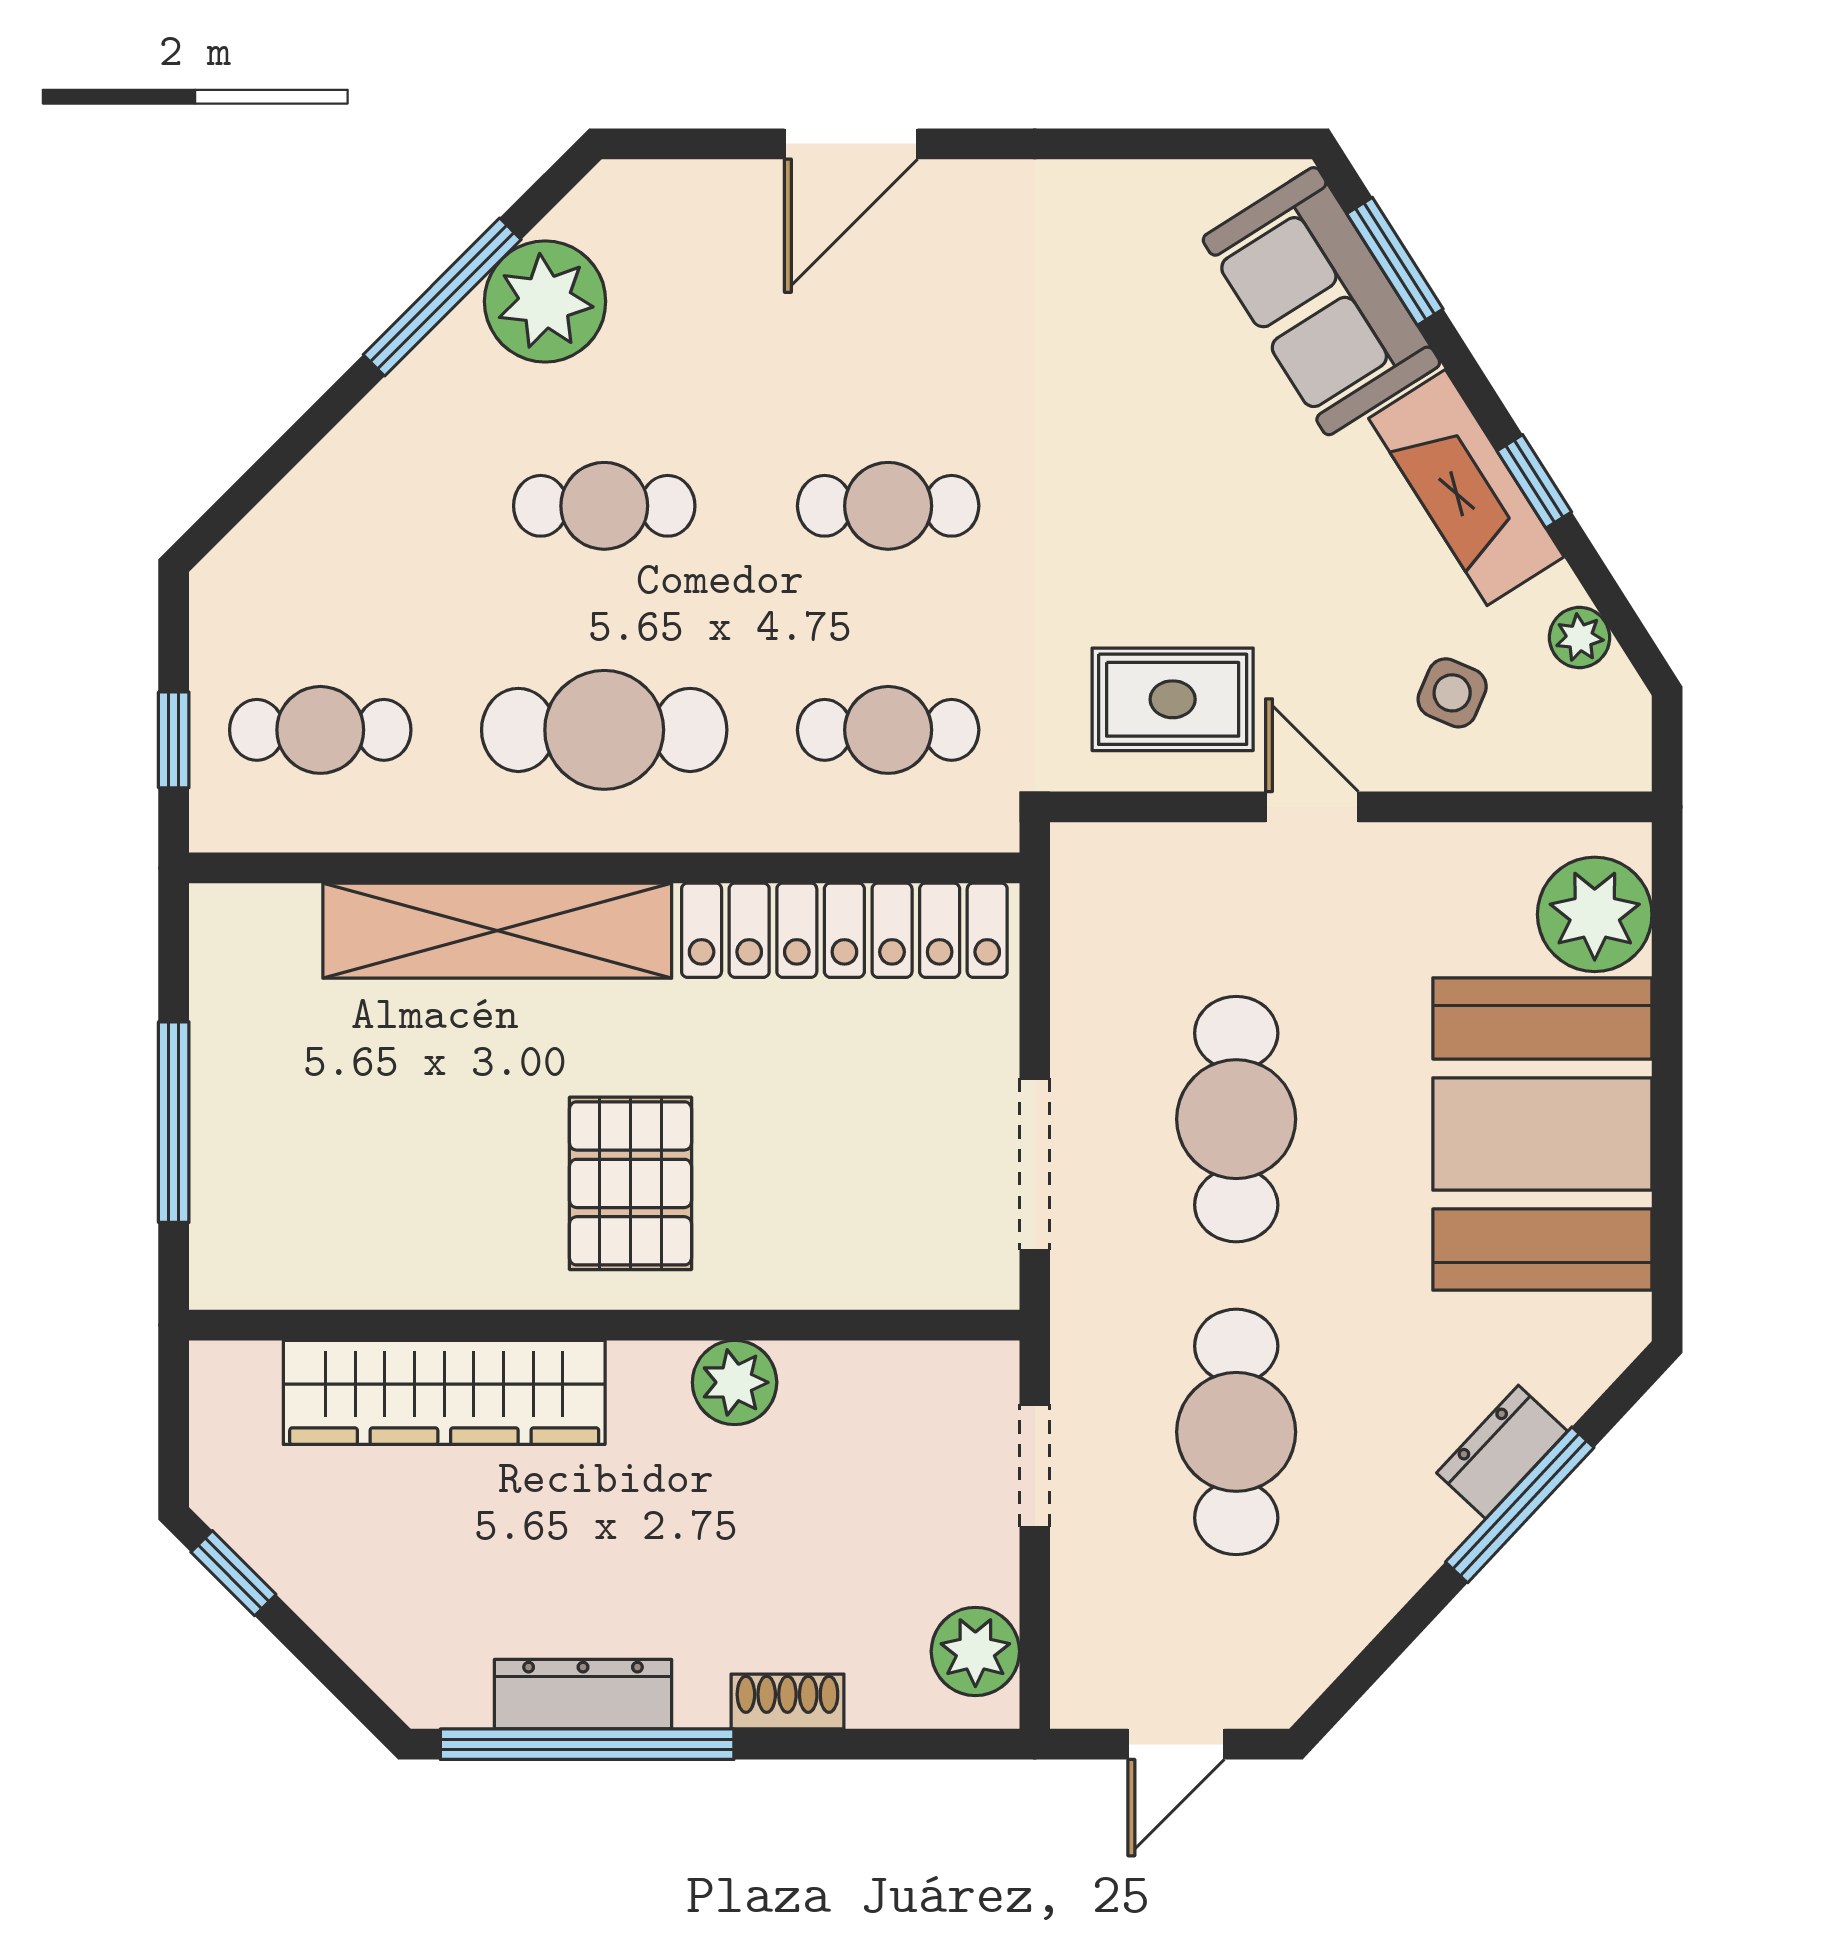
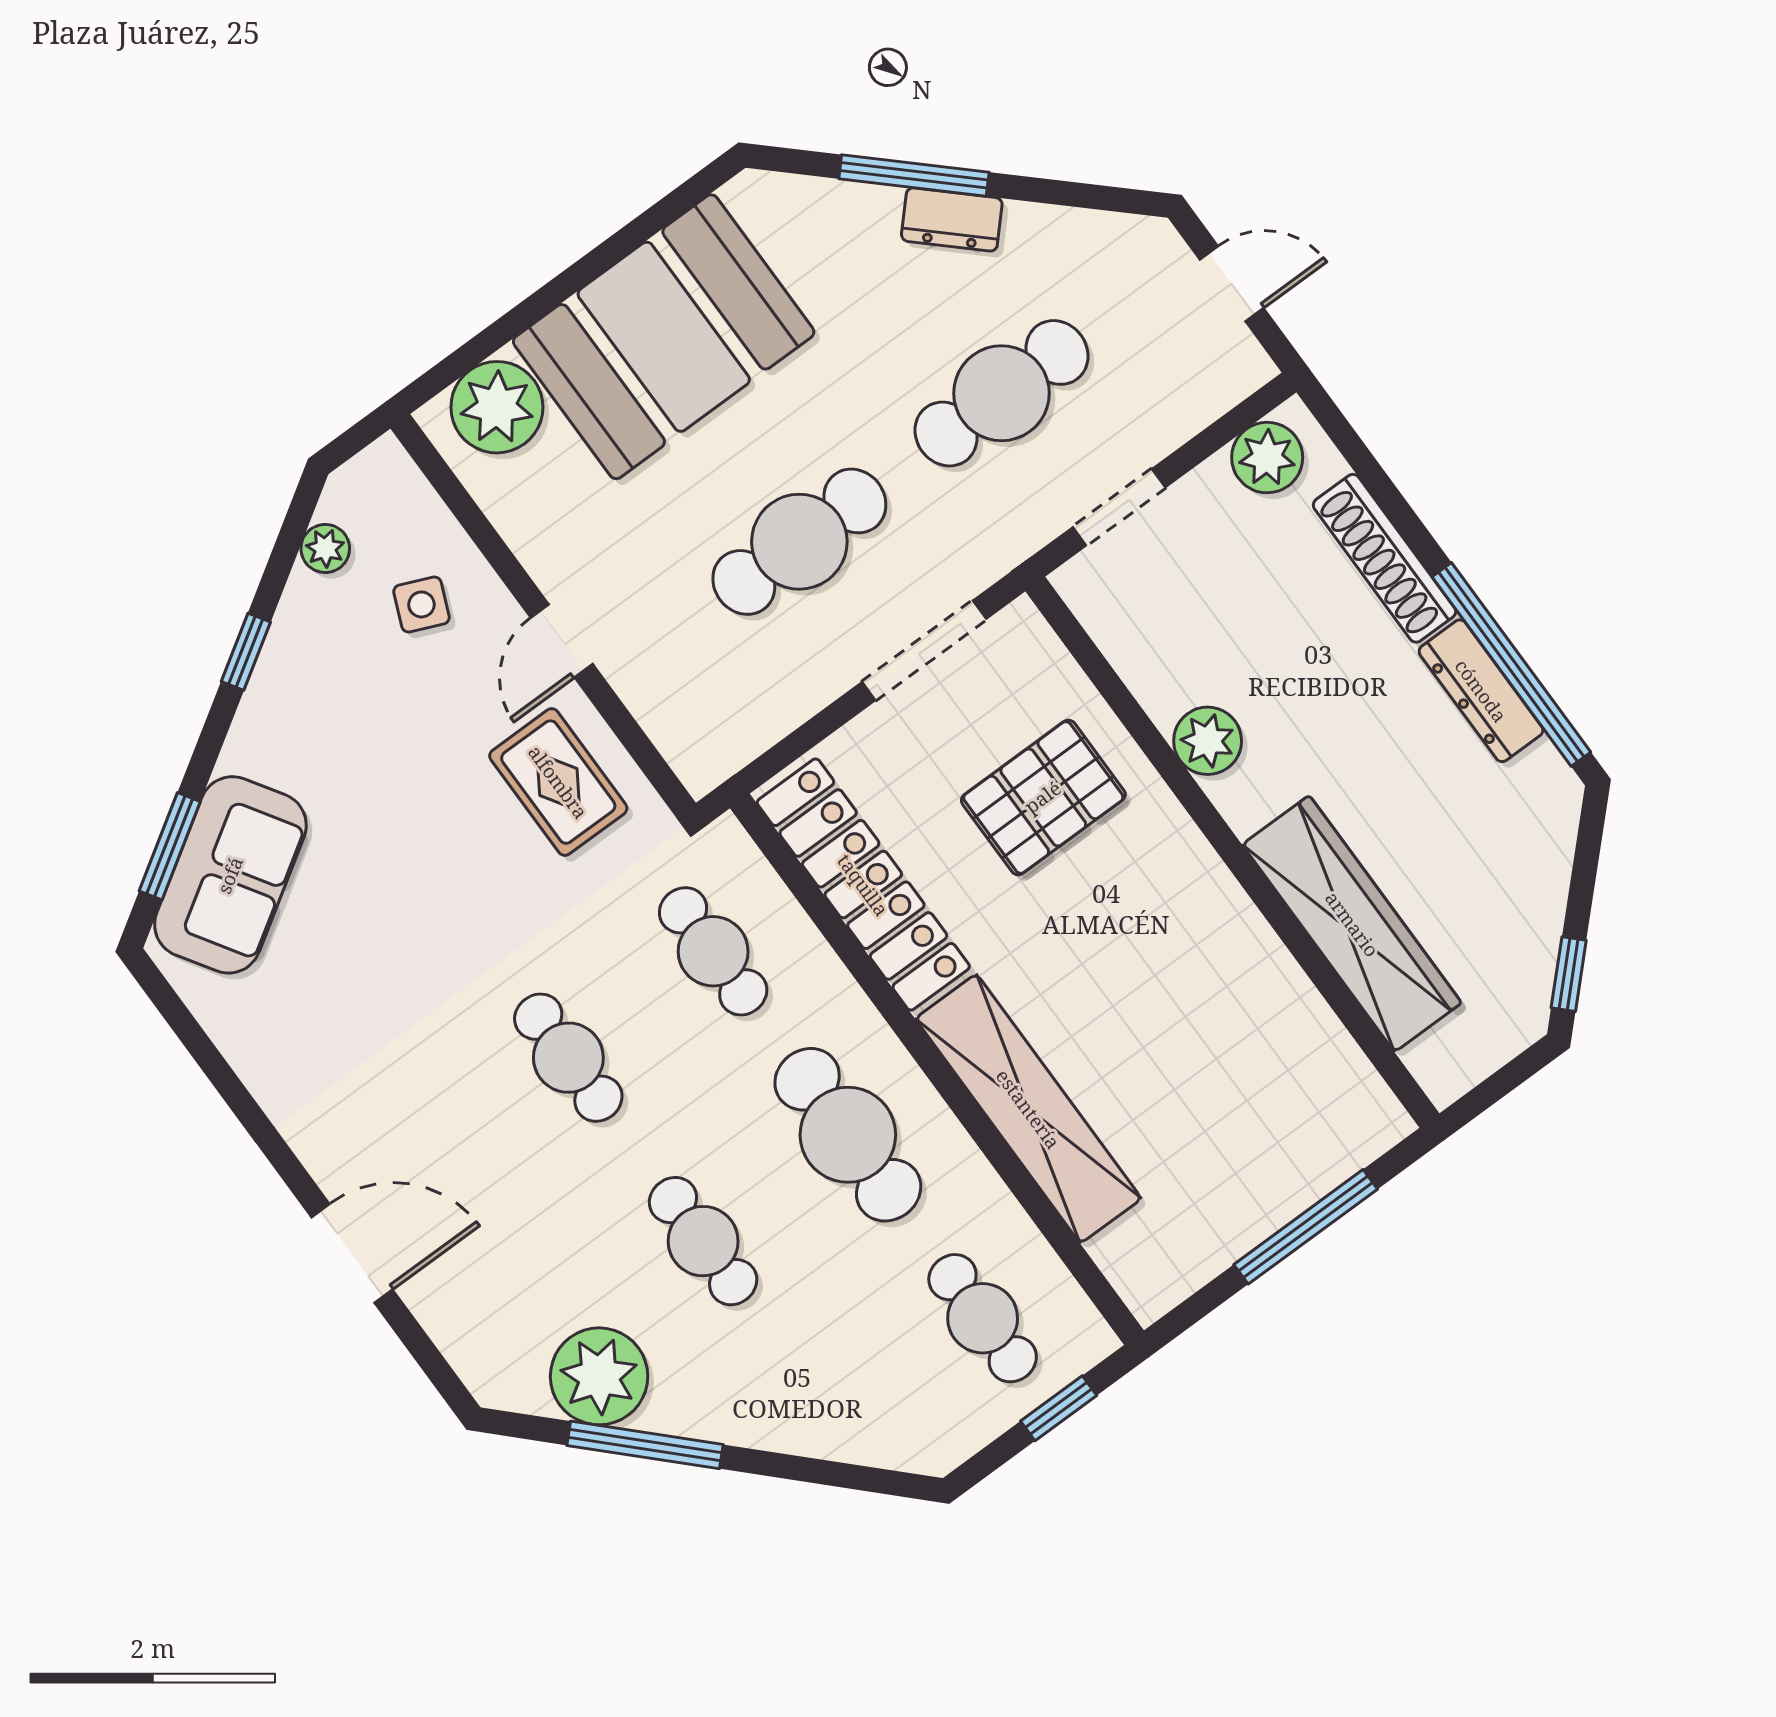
fireplace: (1466, 488) -> (282, 693), removed
pallet: (630, 1183) -> (1043, 797), moved
dresser: (1502, 1452) -> (952, 219), moved
shoe rack: (787, 1701) -> (1384, 558), width x1.94, depth x1.24

